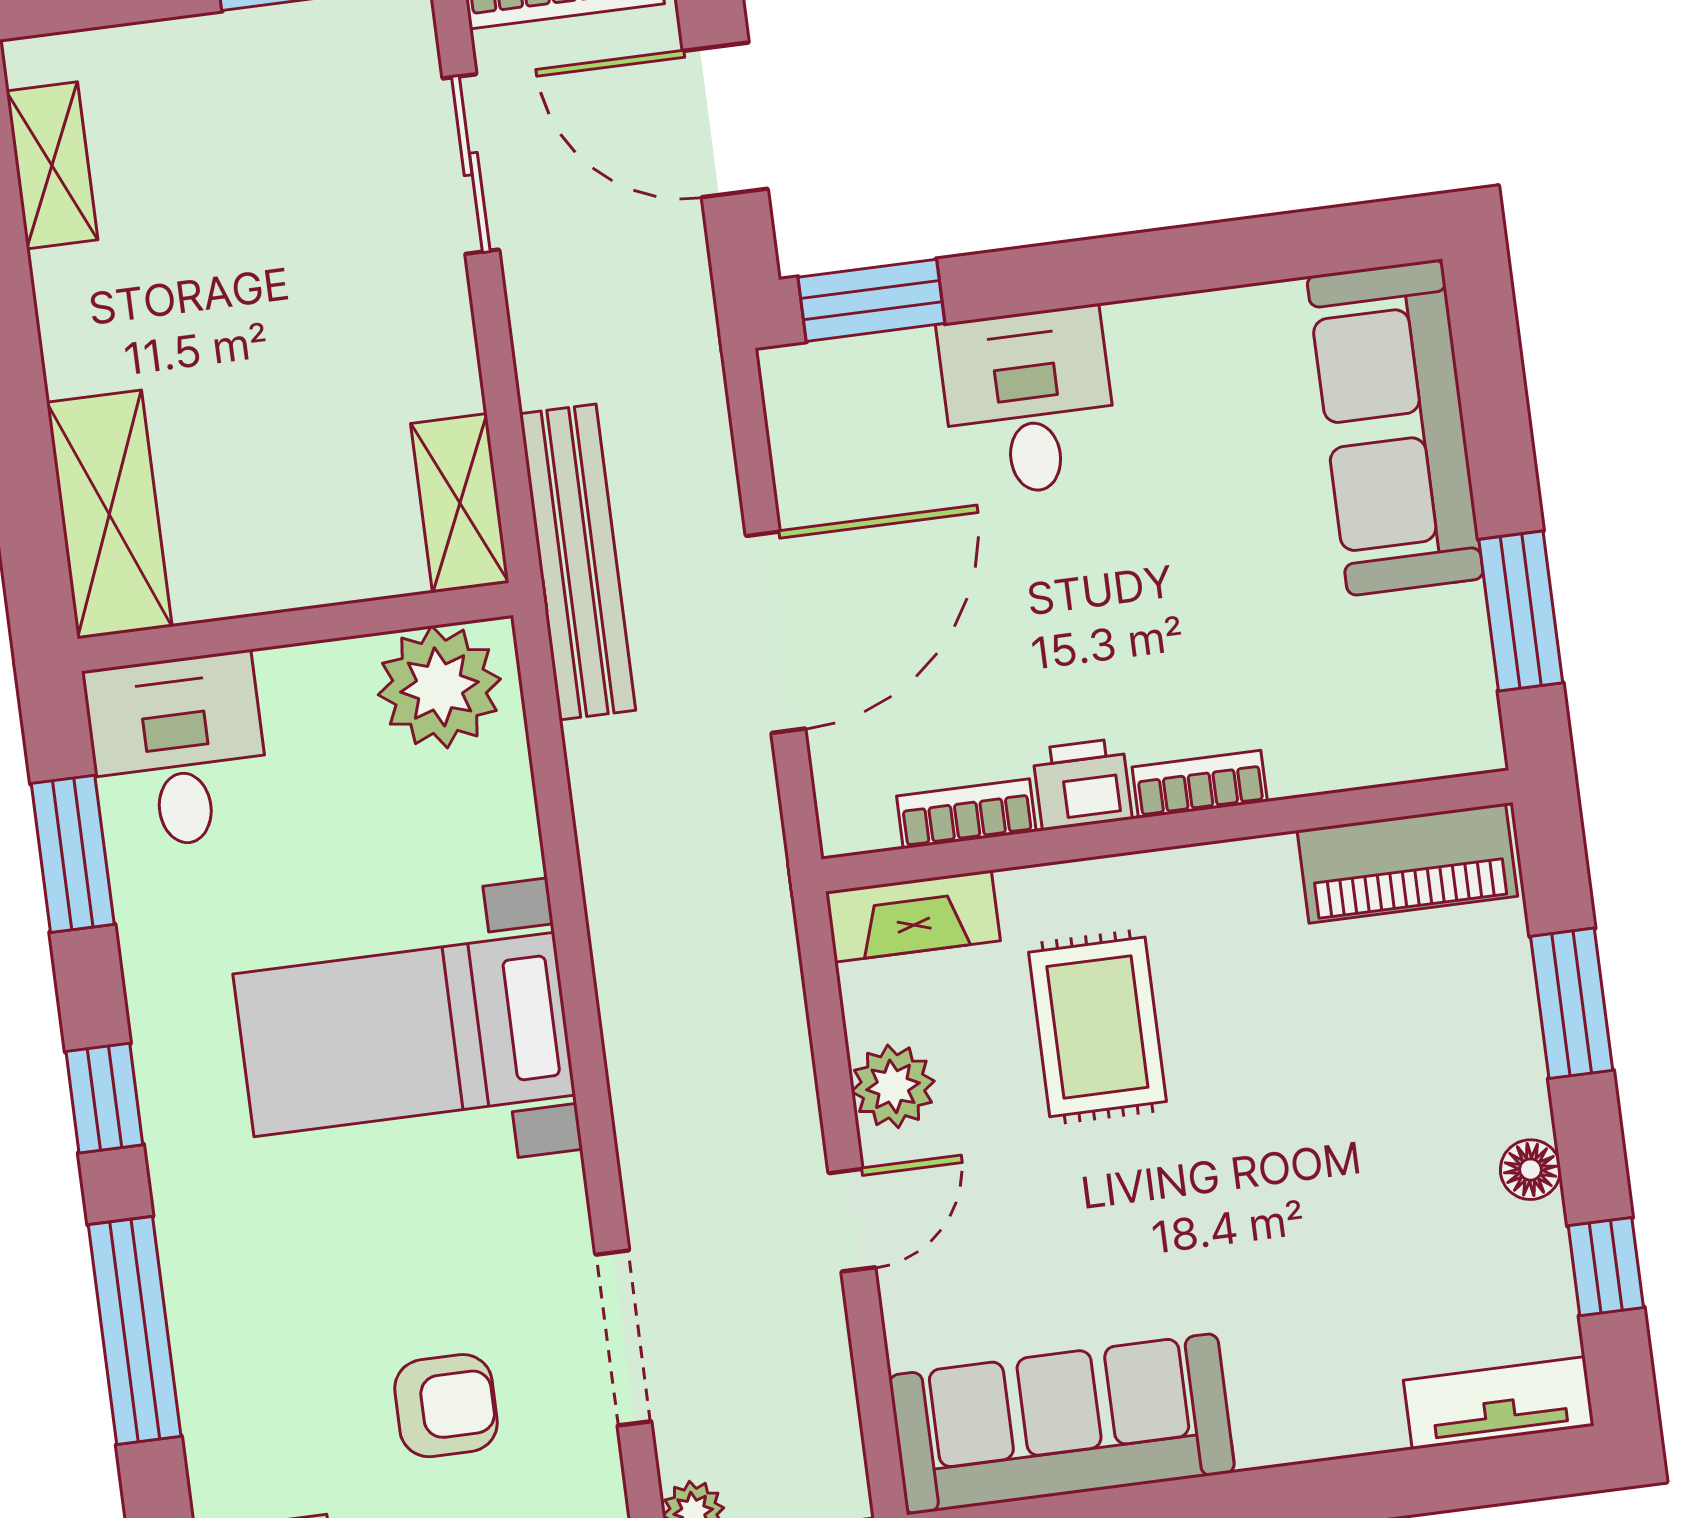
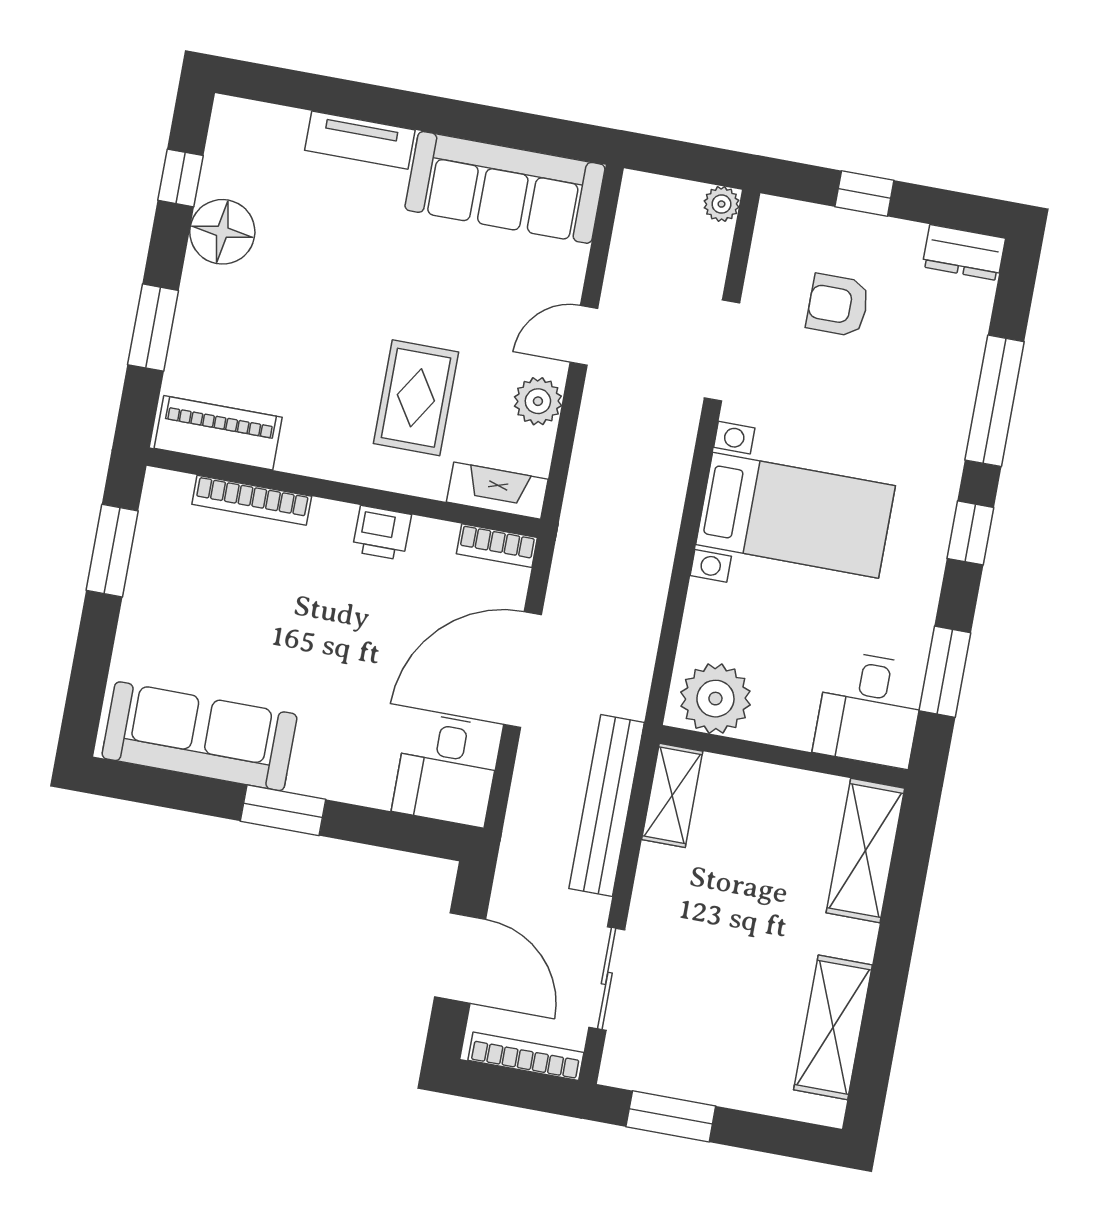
shelving: (52, 165) -> (833, 1027), width x1.50, depth x1.33
window: (871, 300) -> (283, 810), moved
desk: (1028, 402) -> (447, 770), moved
sofa: (1395, 427) -> (200, 736), moved, turned -90
bench: (578, 562) -> (607, 805), moved
bookcase: (1200, 784) -> (252, 500), moved, width x1.56
bookcase: (966, 814) -> (497, 546), moved
floor lamp: (1530, 1170) -> (222, 232), width x1.89, depth x1.89
doorway: (623, 1338) -> (722, 350), moved
tv unit: (1499, 1403) -> (360, 140), moved

